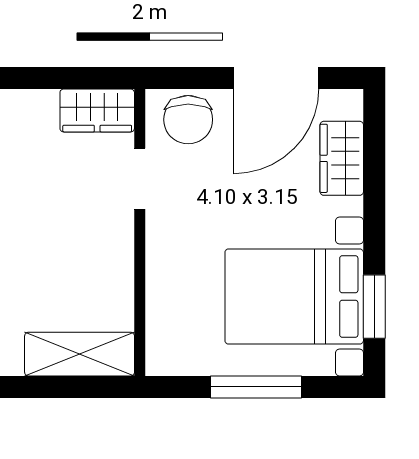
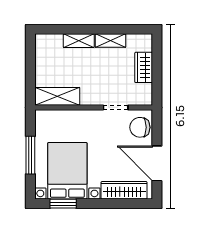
wardrobe: (97, 110) -> (144, 67), moved
wardrobe: (342, 158) -> (124, 190), width x1.50
shelving: (80, 354) -> (57, 96), moved, turned 90

